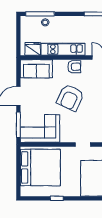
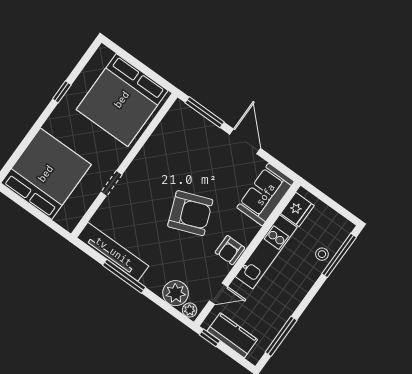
armchair: (70, 98) -> (190, 213), turned 134
corner sofa: (40, 128) -> (177, 139), removed

